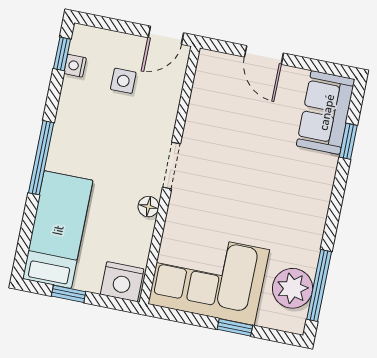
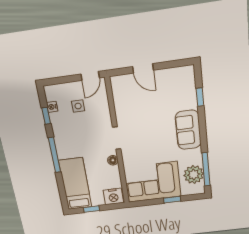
window: (62, 54) -> (46, 116), moved
sofa: (326, 112) -> (188, 130), moved

